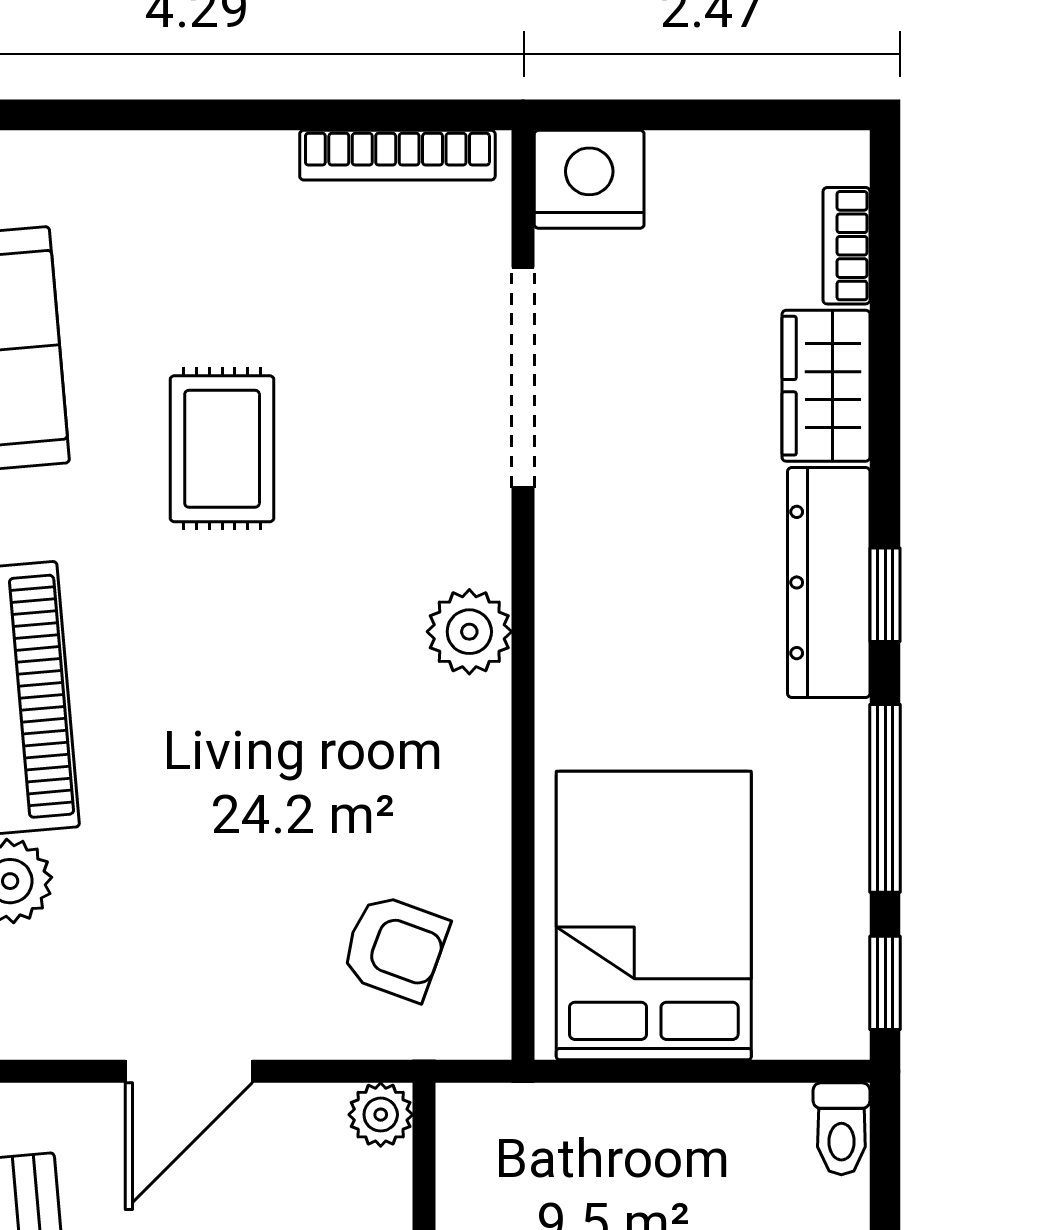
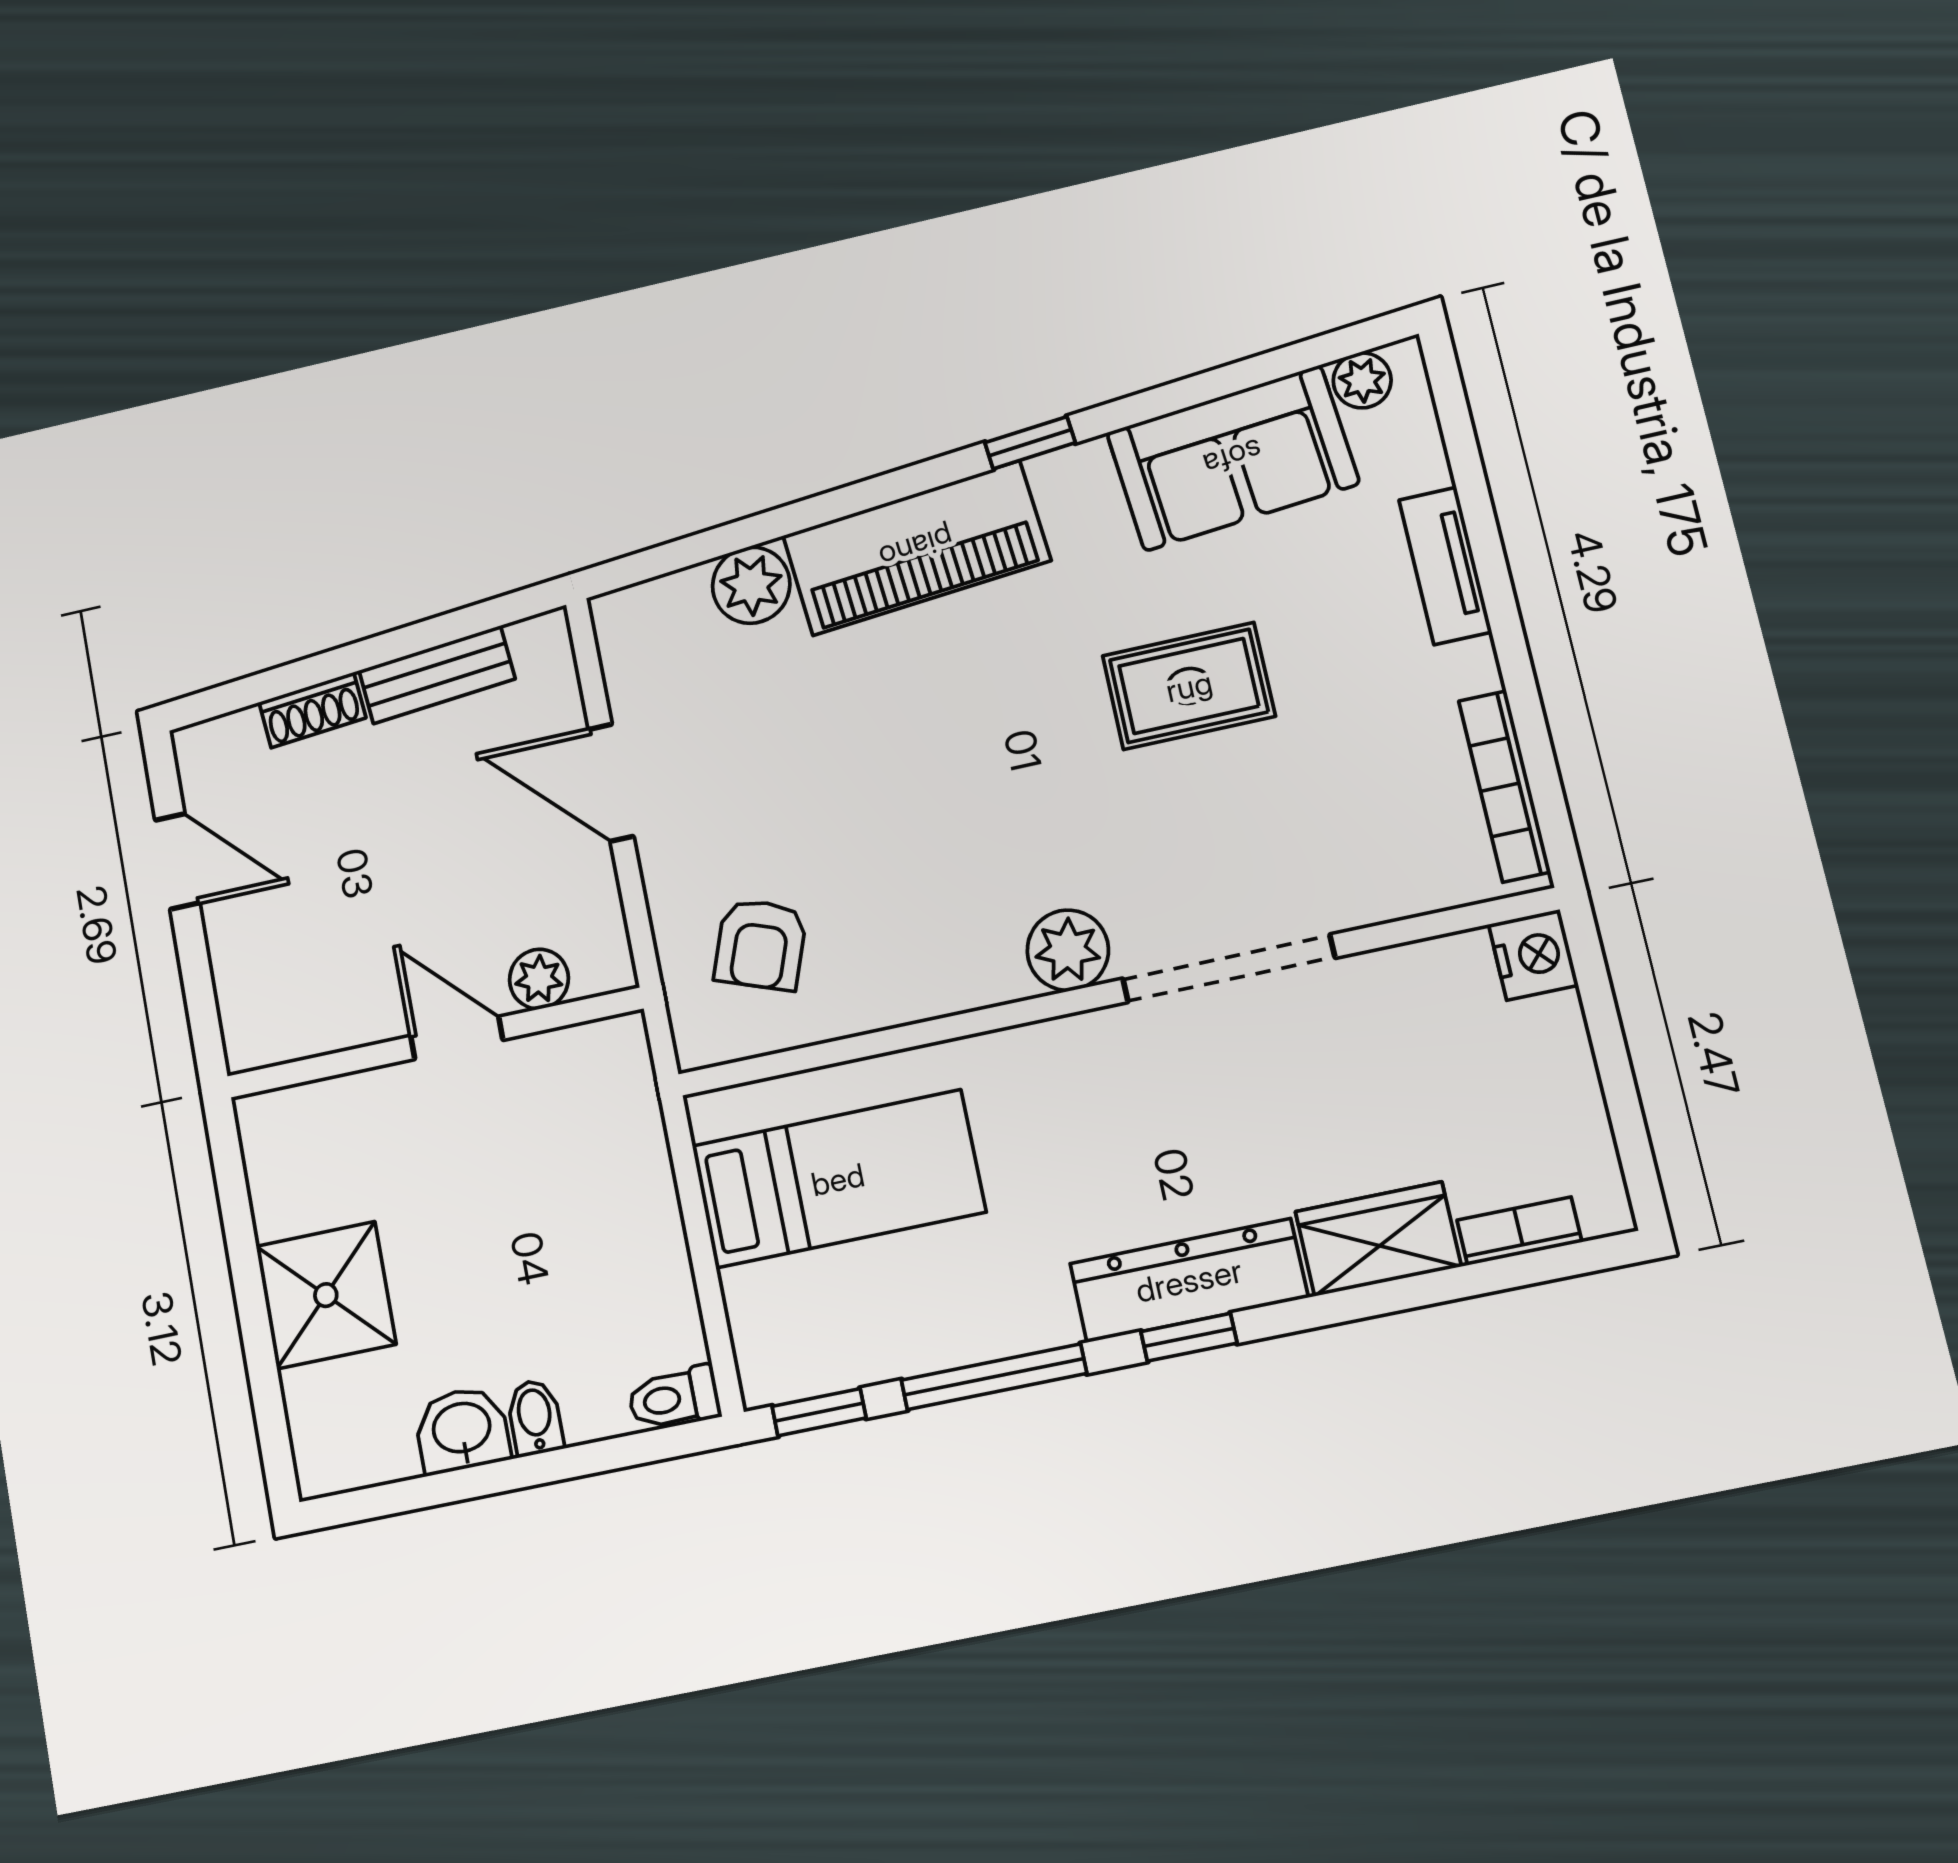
tv unit: (156, 161) -> (1445, 566), added
nightstand: (589, 179) -> (1533, 955), width x0.74, depth x0.75
doorway: (523, 377) -> (1229, 968), moved
bed: (654, 915) -> (838, 1179), width x0.67
plant: (381, 1115) -> (539, 979), moved

